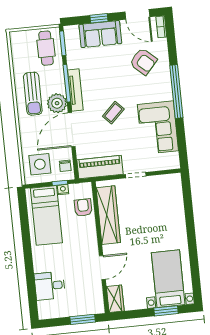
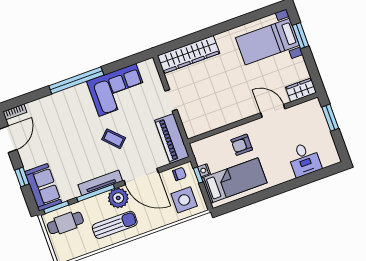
sofa: (100, 34) -> (43, 187), moved
armchair: (143, 61) -> (54, 121), removed
armchair: (83, 208) -> (242, 145), moved
wardrobe: (108, 215) -> (188, 55), moved, turned 180

